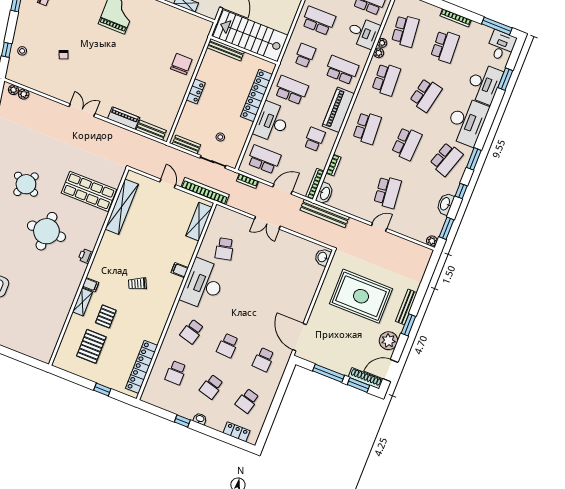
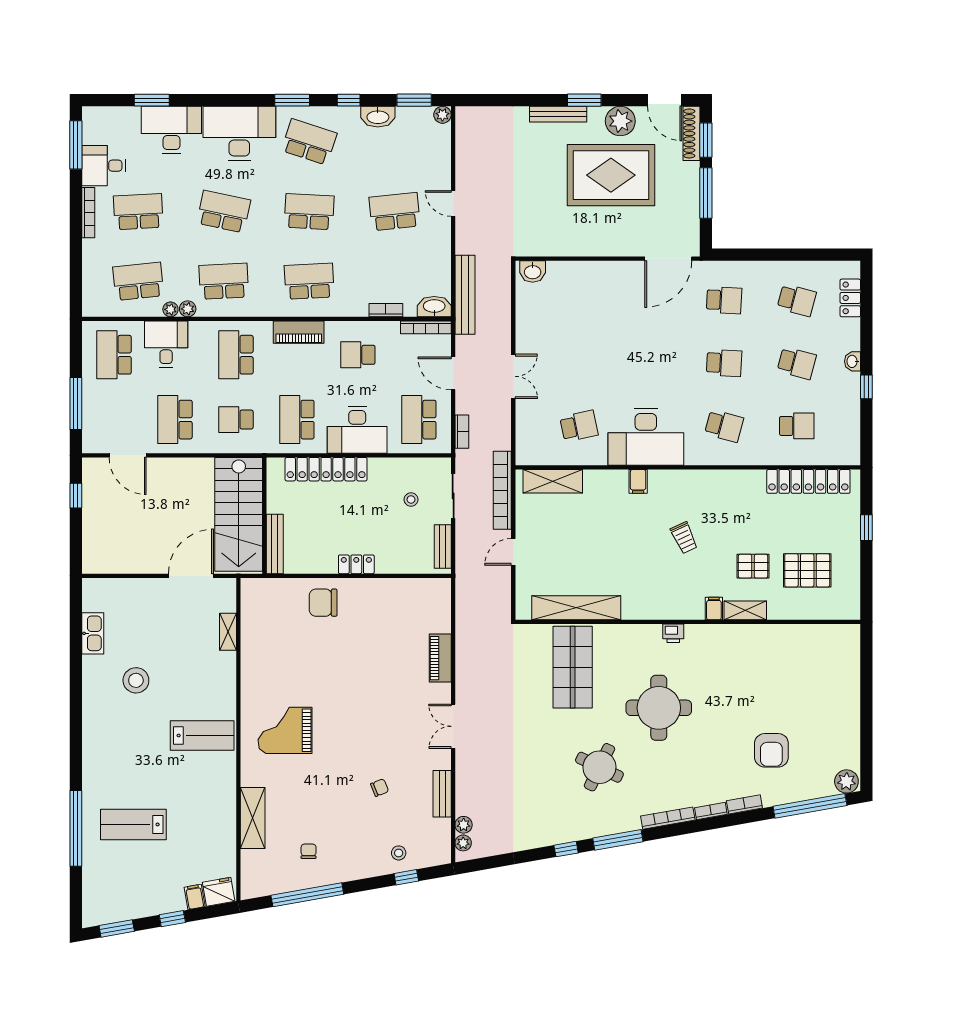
desk: (501, 46) -> (104, 166), moved
piano: (338, 110) -> (299, 332), width x0.73, depth x0.75
bench: (151, 130) -> (442, 794), moved
rug: (361, 296) -> (611, 175), moved, turned 90

